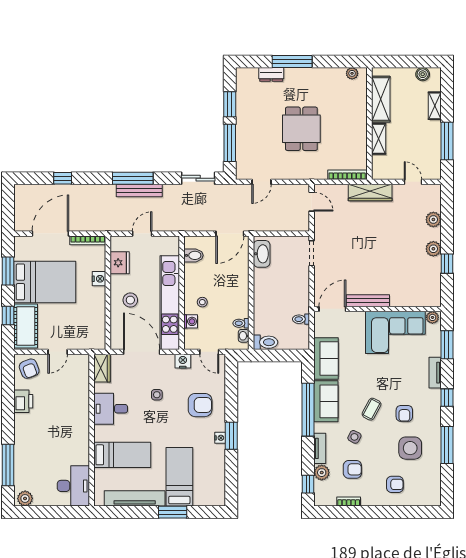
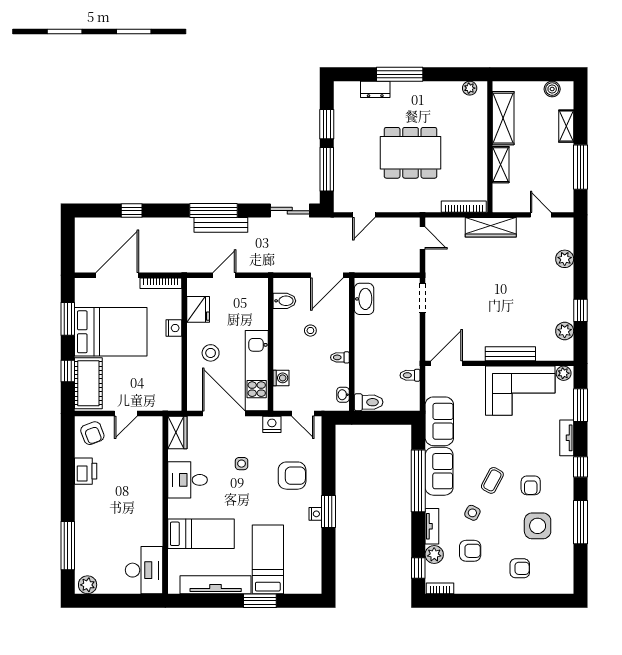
dining table: (301, 129) -> (411, 153), width x1.38
plant: (433, 249) -> (565, 331), moved
bench: (368, 301) -> (510, 354), moved
stool: (202, 302) -> (310, 331), moved
kitchen unit: (170, 303) -> (257, 371), width x0.73
toilet: (241, 323) -> (340, 357), moved
bookcase: (349, 502) -> (440, 588), moved

